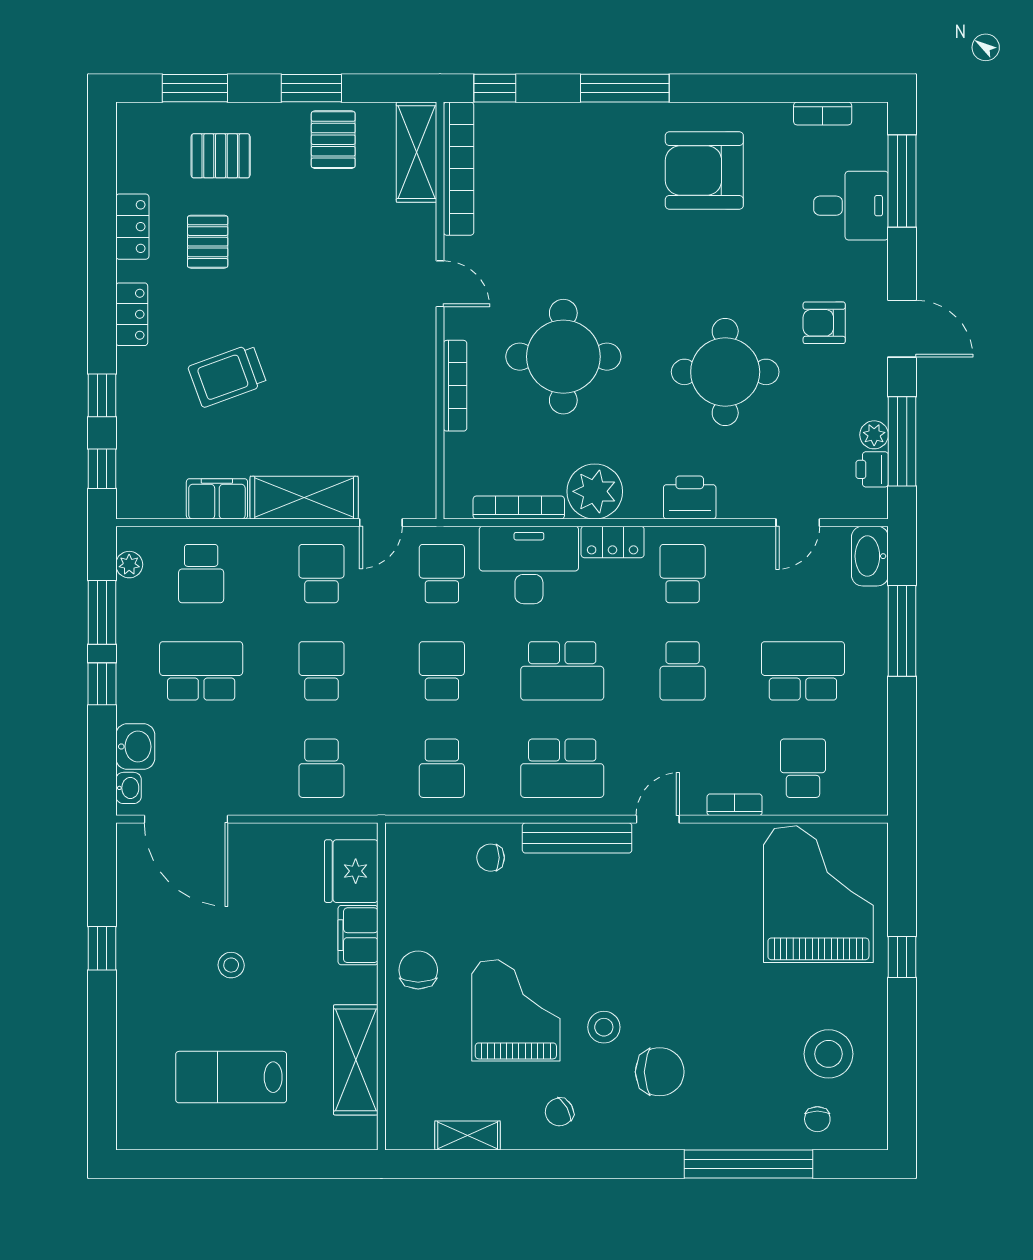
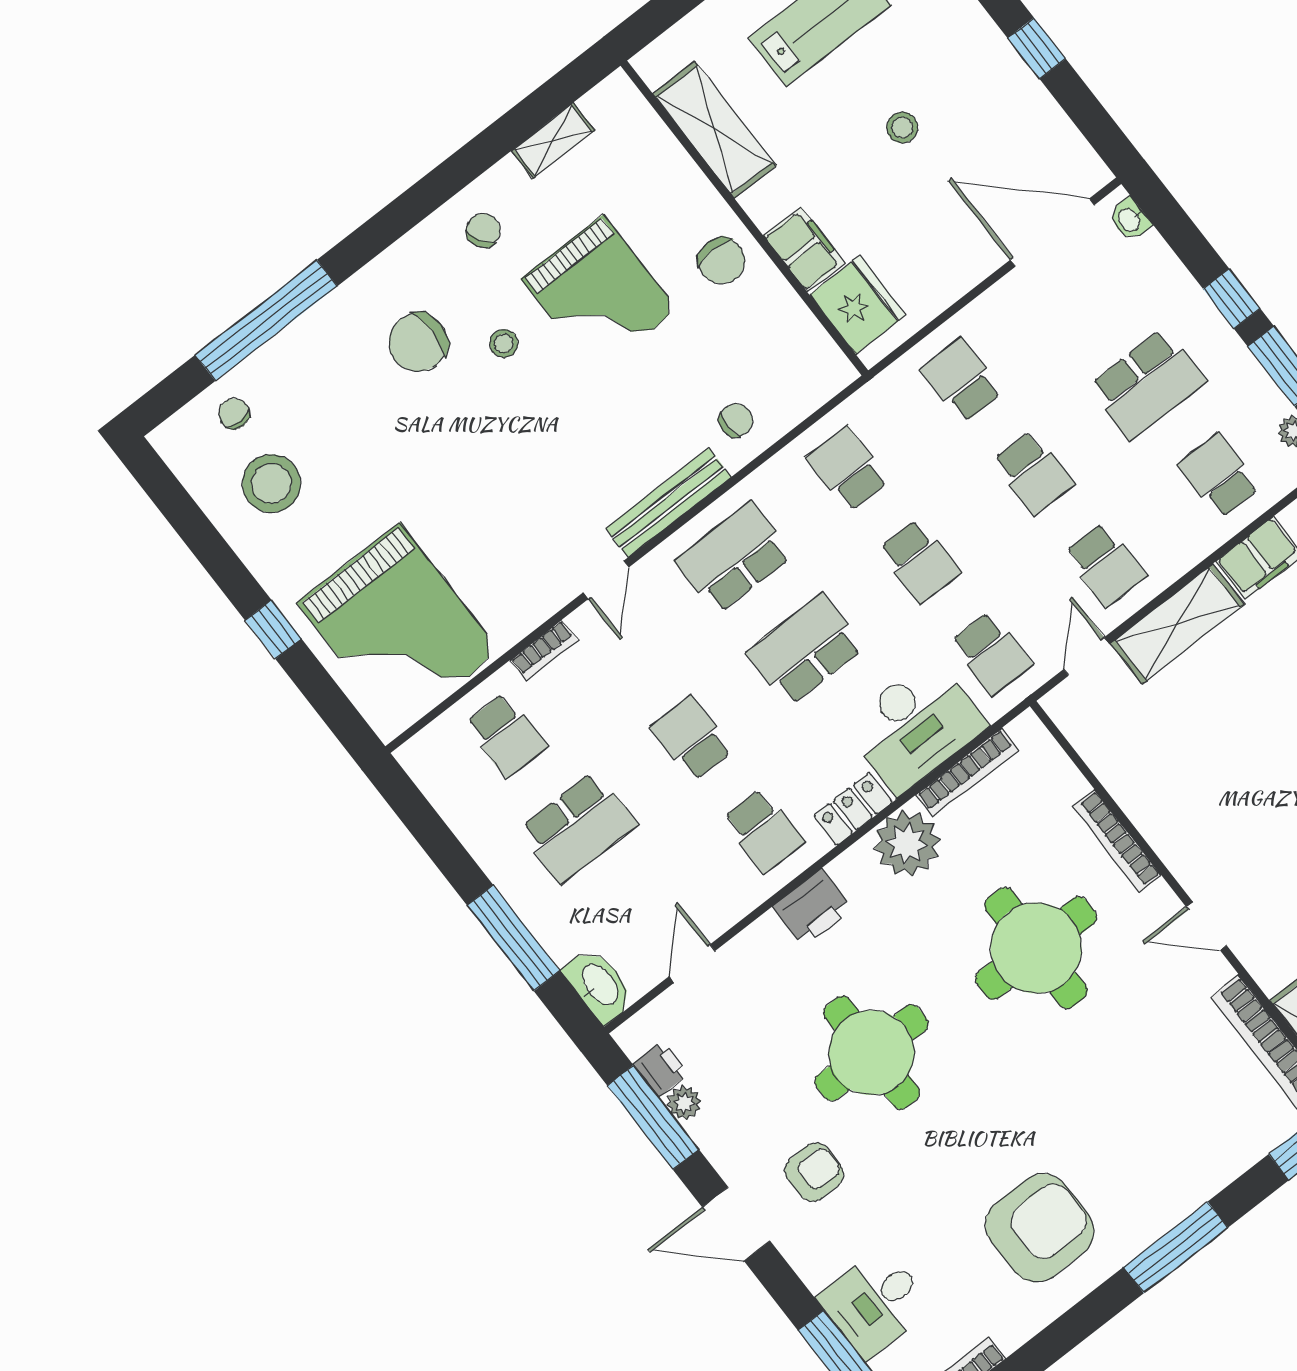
washbasin: (135, 747) -> (1154, 264), removed
stool: (604, 1027) -> (504, 343), width x0.73, depth x0.73

